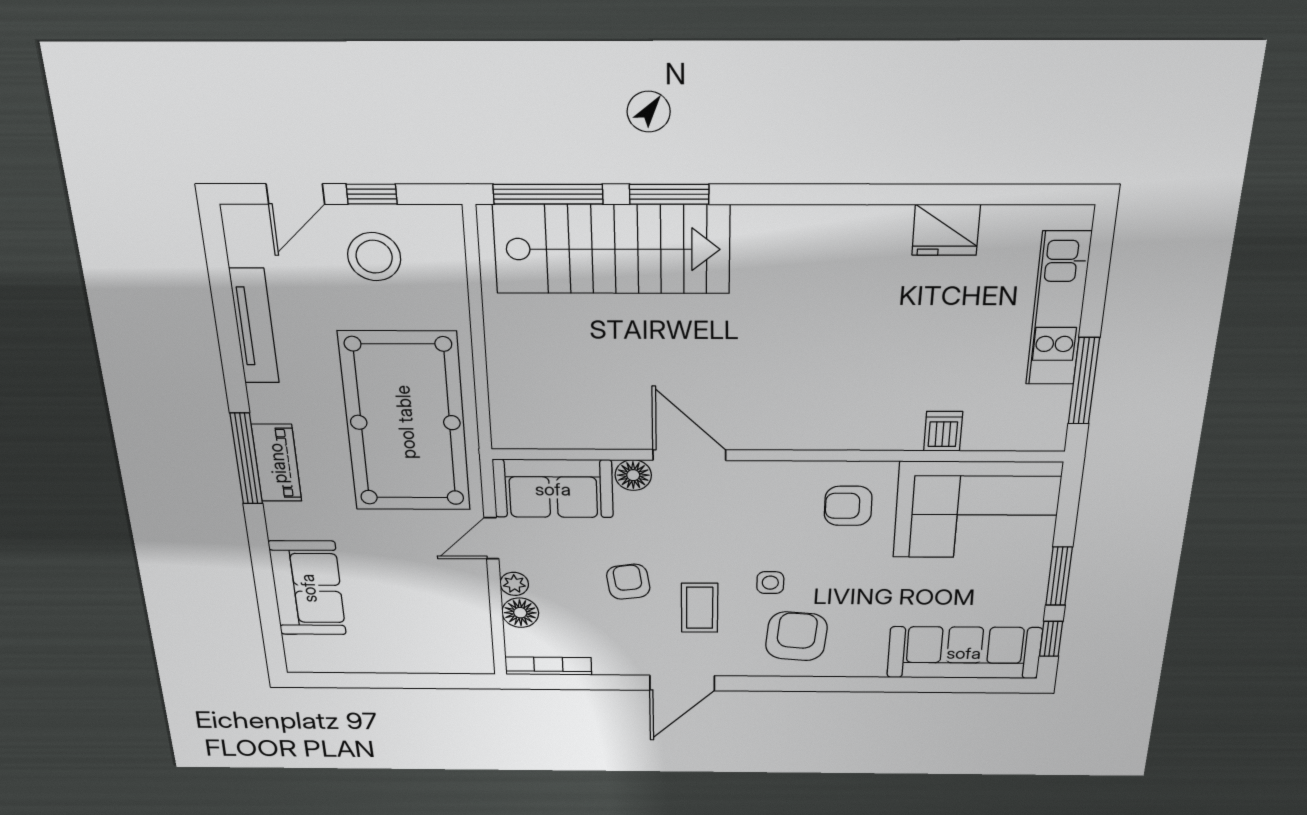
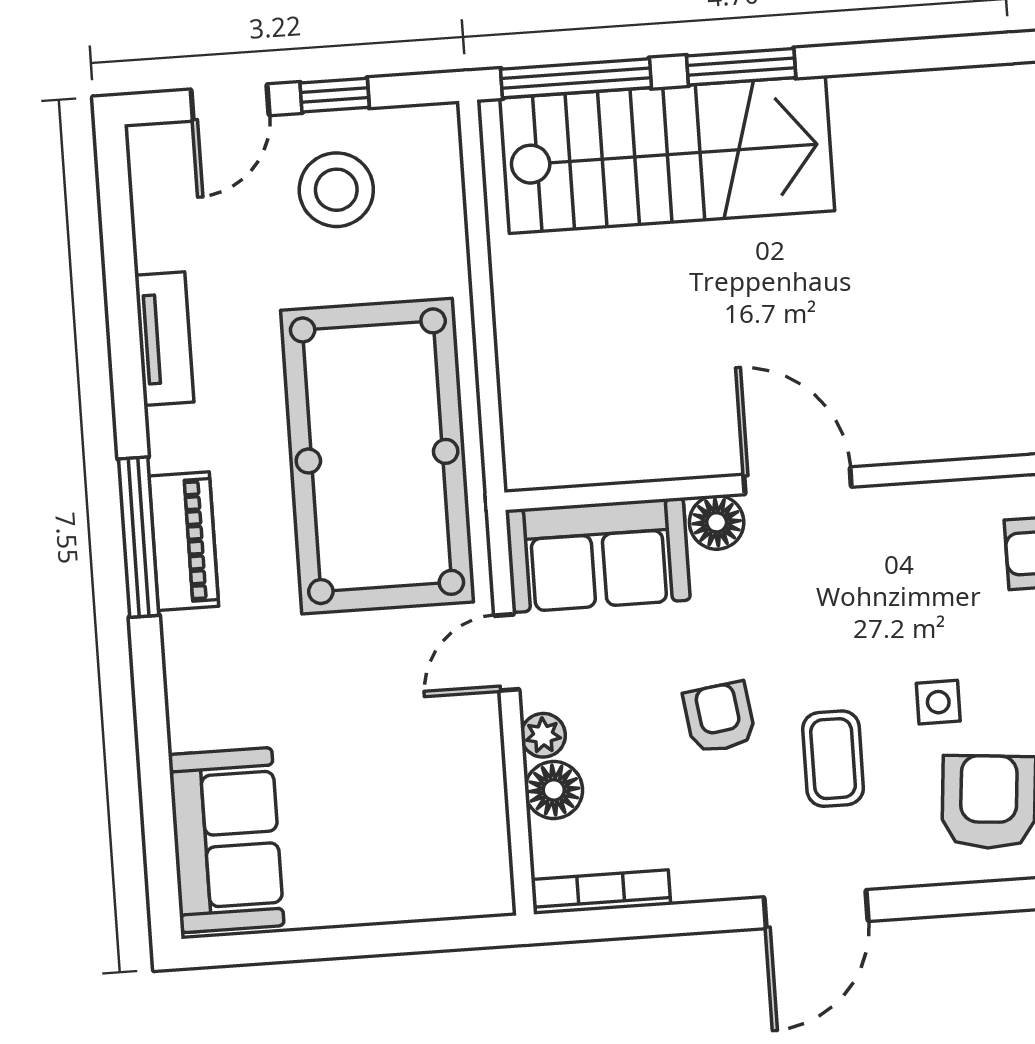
tv unit: (254, 326) -> (164, 339), width x0.71
sofa: (308, 588) -> (226, 840), moved

